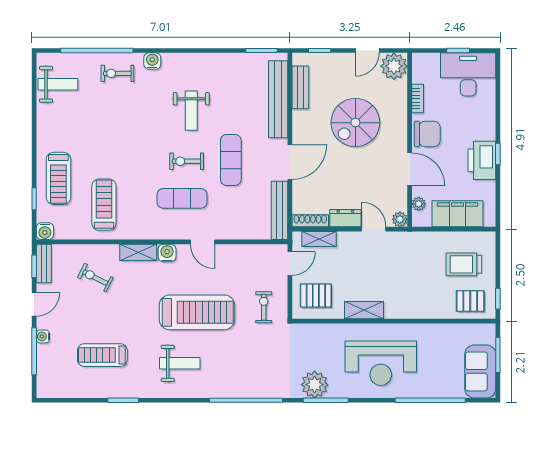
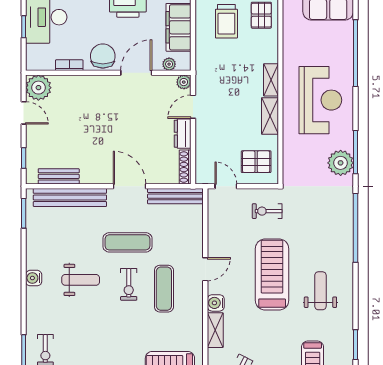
water cooler: (152, 61) -> (34, 278), moved
spiral stairs: (355, 123) -> (92, 124), removed
shelving: (319, 239) -> (271, 80), moved
pallet: (316, 296) -> (256, 162), turned 90

